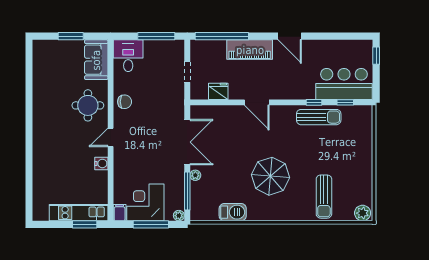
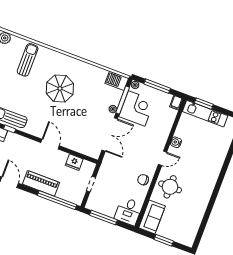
double door: (187, 142) -> (110, 135), swing flipped
corner desk: (145, 202) -> (137, 109), moved, turned -90
barbecue: (233, 212) -> (117, 81), moved

